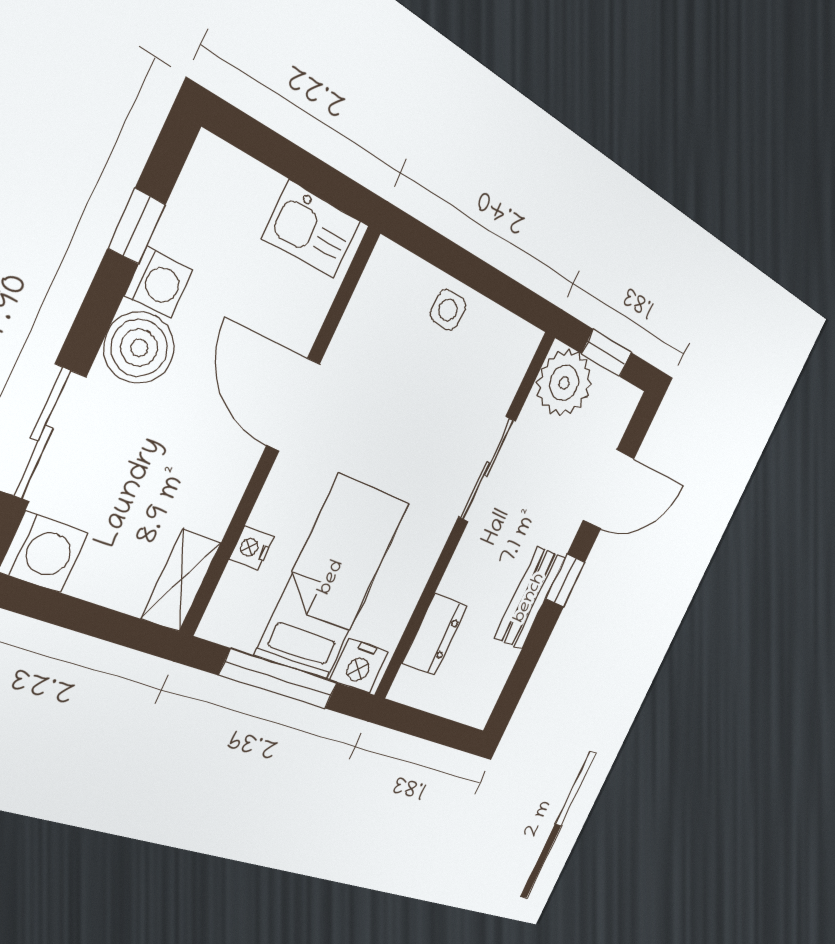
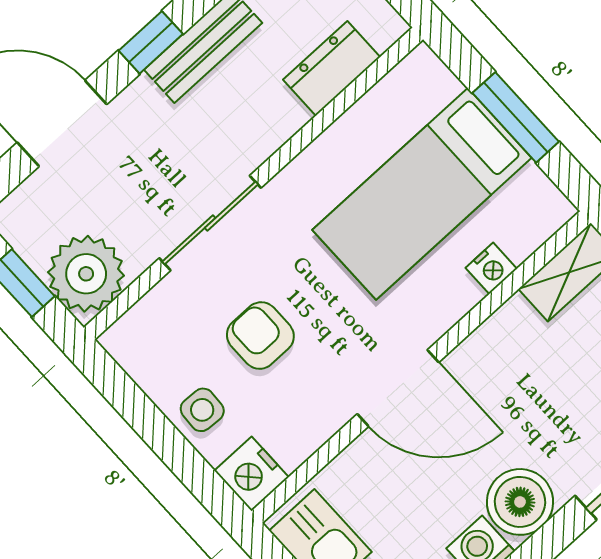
armchair: (422, 396) -> (260, 336), added
door: (293, 405) -> (398, 388), hinge flipped
nightstand: (359, 666) -> (252, 474), moved, turned 180
window: (279, 679) -> (516, 117), width x0.69

